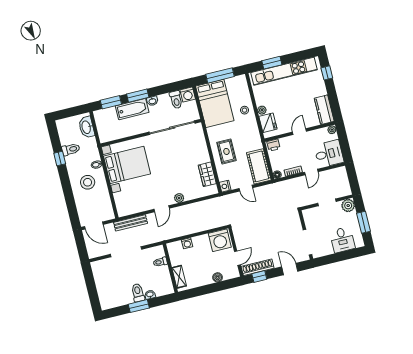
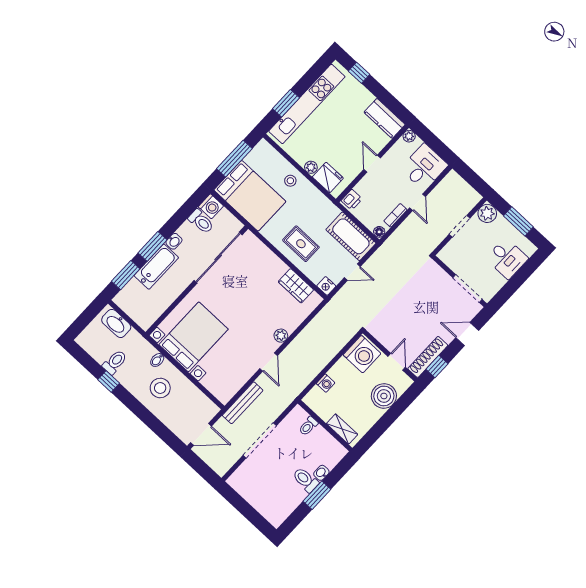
boiler: (218, 277) -> (384, 396), width x1.86, depth x1.86

